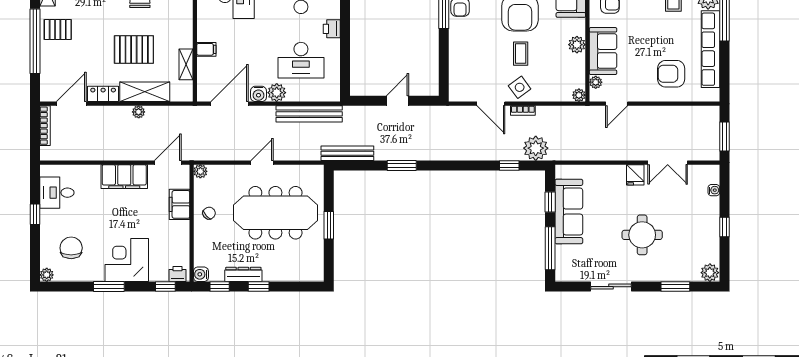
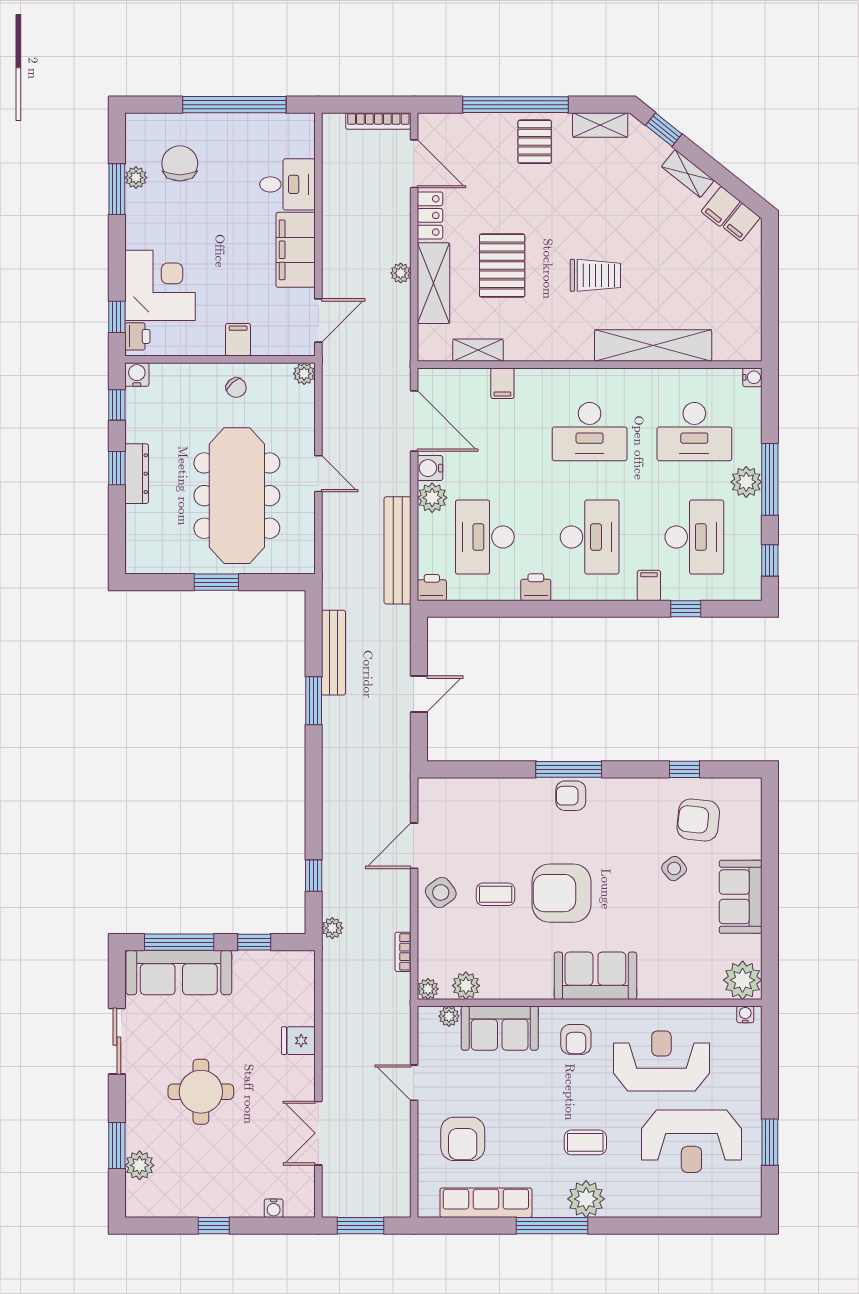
plant: (577, 45) -> (466, 986), moved
row of seats: (710, 49) -> (486, 1203), width x0.73
armchair: (671, 74) -> (463, 1139), turned 180
printer: (332, 93) -> (432, 588), added
door: (397, 101) -> (419, 694), hinge flipped
door: (617, 104) -> (414, 1083), moved
bookcase: (523, 111) -> (403, 952), moved
plant: (536, 148) -> (332, 928), width x0.53, depth x0.53
bench: (347, 153) -> (334, 653), moved
door: (168, 163) -> (318, 320), hinge flipped
fridge: (635, 175) -> (298, 1041), moved
desk: (57, 193) -> (288, 184), moved, turned 90
filing cabinet: (180, 204) -> (238, 340), width x0.50
sofa: (569, 212) -> (179, 973), moved
window: (35, 214) -> (234, 105), width x3.17
chair: (71, 248) -> (180, 163), turned -90
corner desk: (127, 260) -> (160, 285), moved
plant: (710, 273) -> (140, 1165), moved
dresser: (243, 274) -> (137, 474), moved
plant: (47, 275) -> (136, 178), moved
window: (109, 287) -> (117, 189), moved

